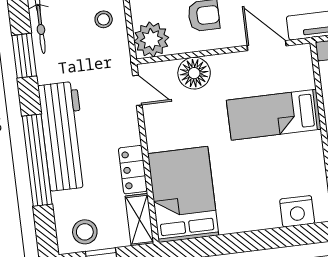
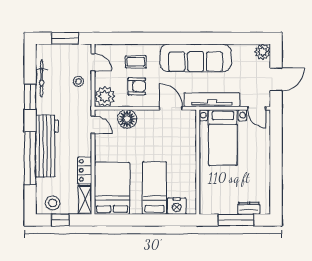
bed: (274, 115) -> (154, 188), moved, turned 90

